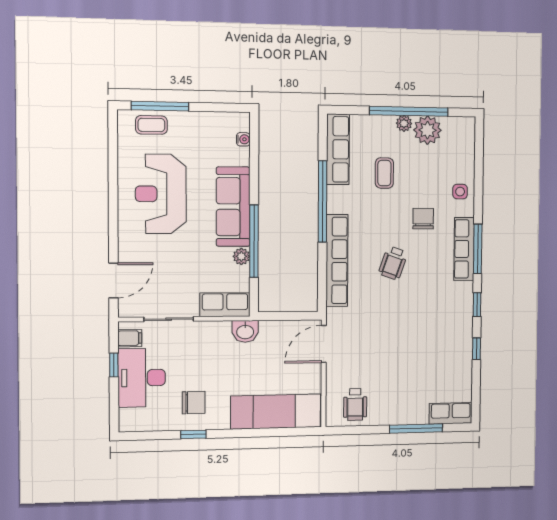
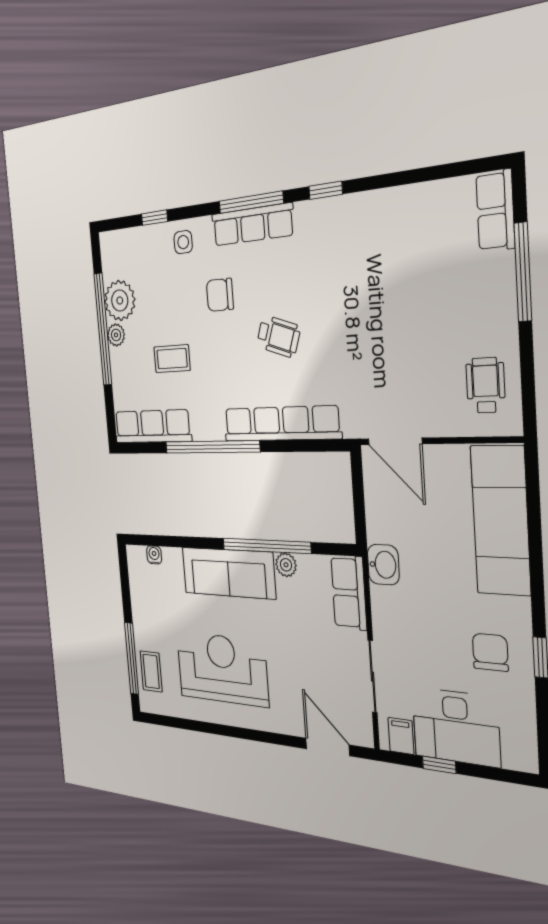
reception desk: (161, 194) -> (222, 669), turned 180
window: (476, 349) -> (155, 218), moved
wheelchair: (355, 404) -> (485, 385), turned -90

